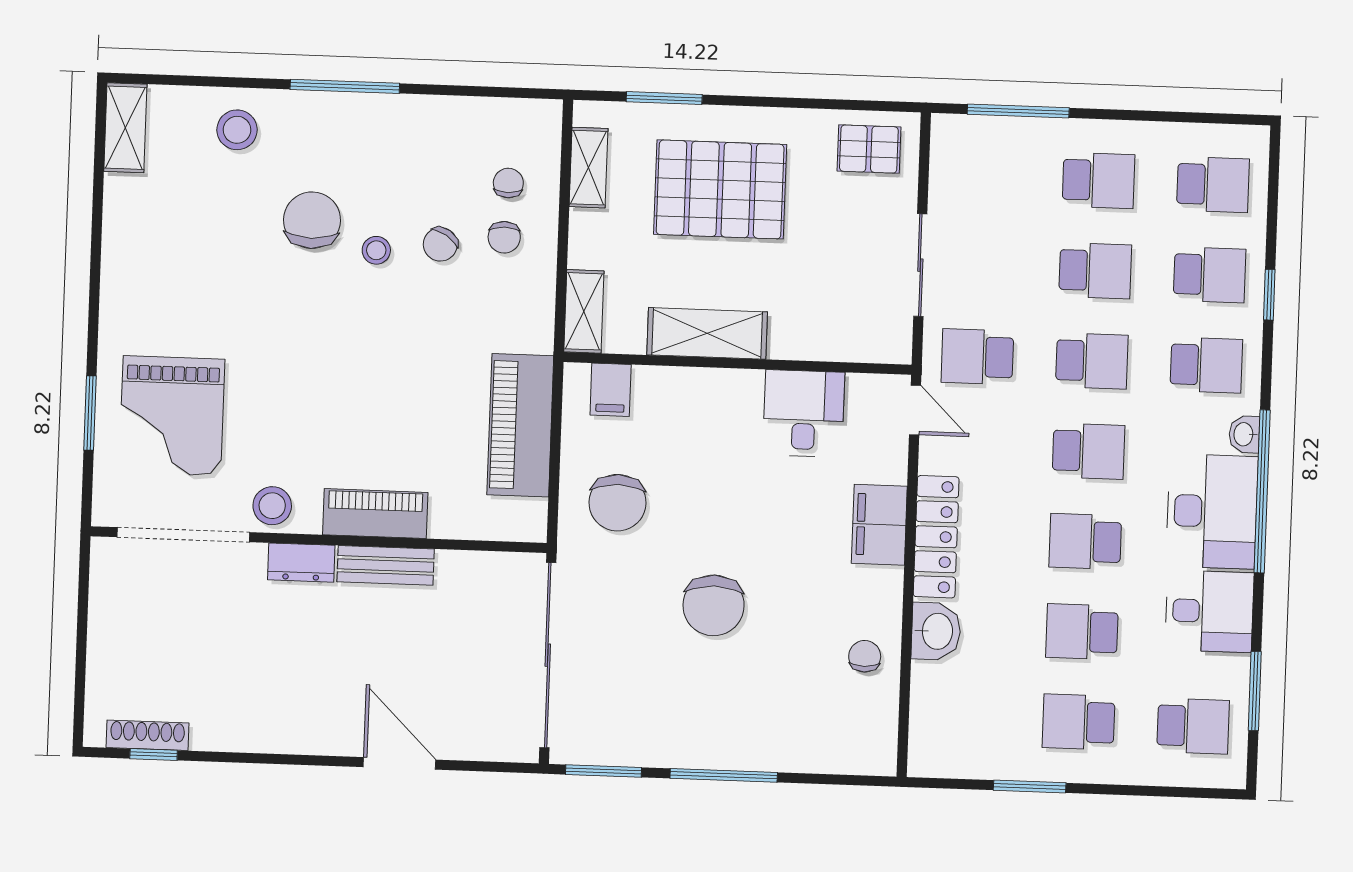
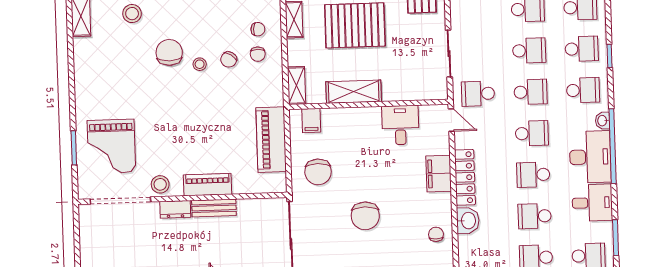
chair: (508, 183) -> (258, 29), turned 94

